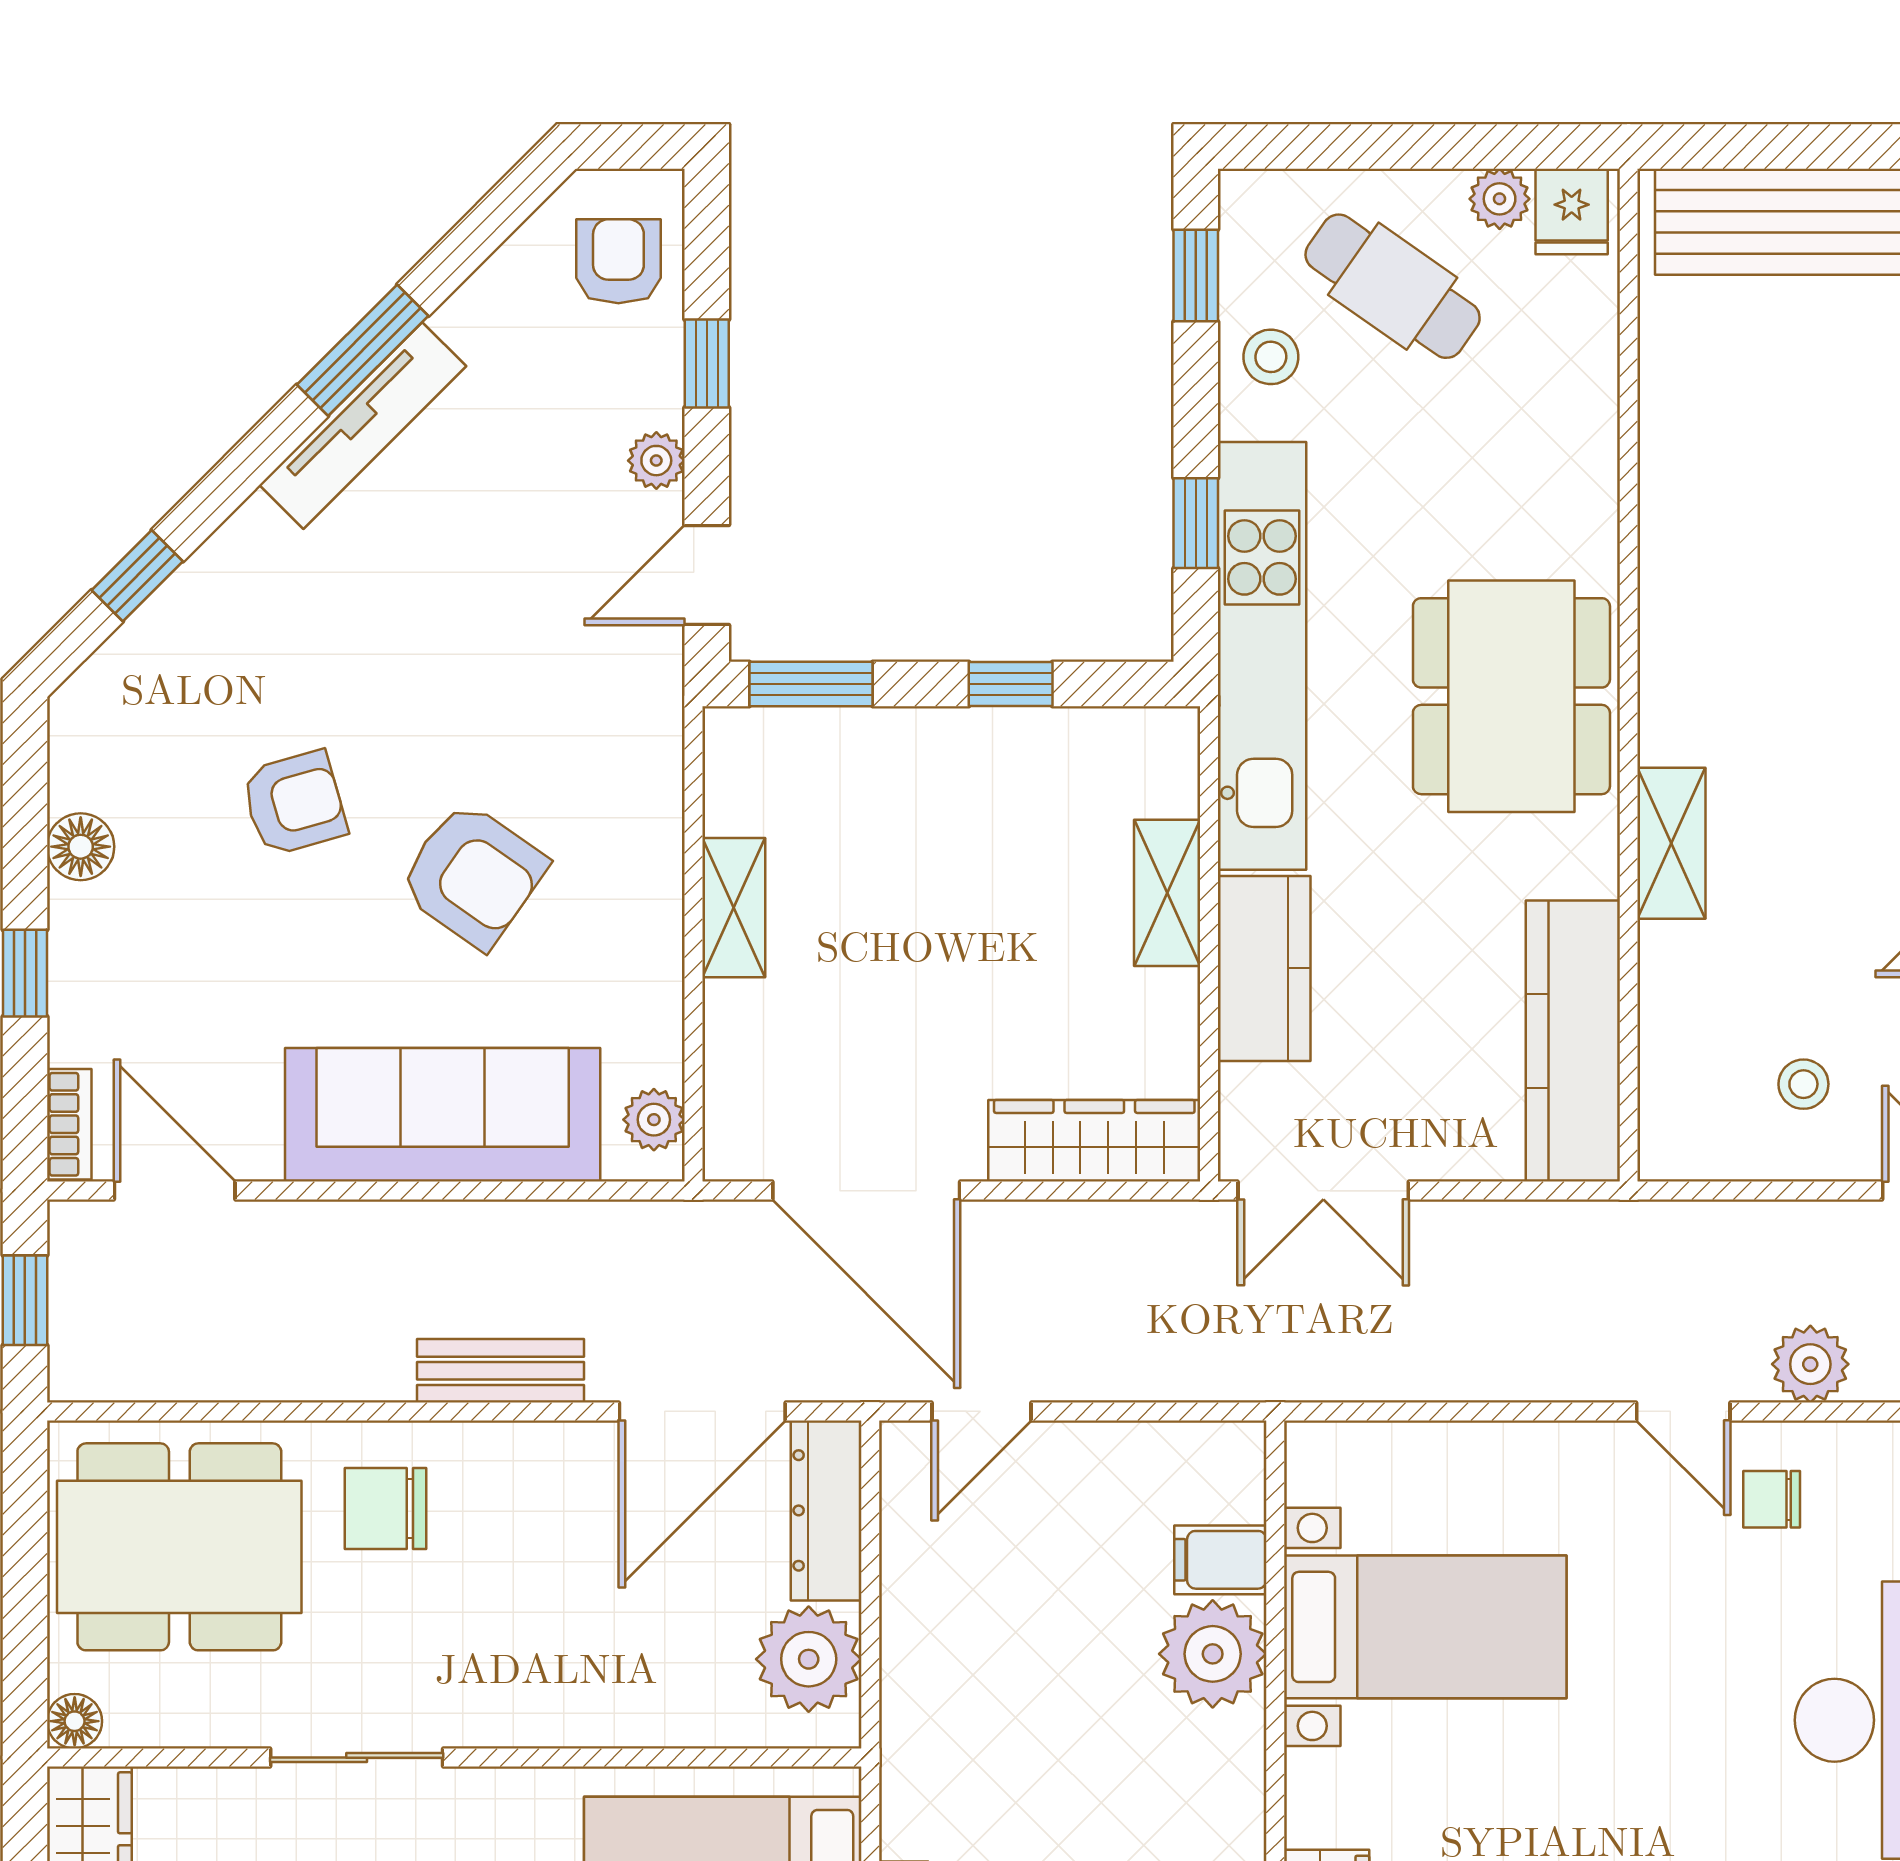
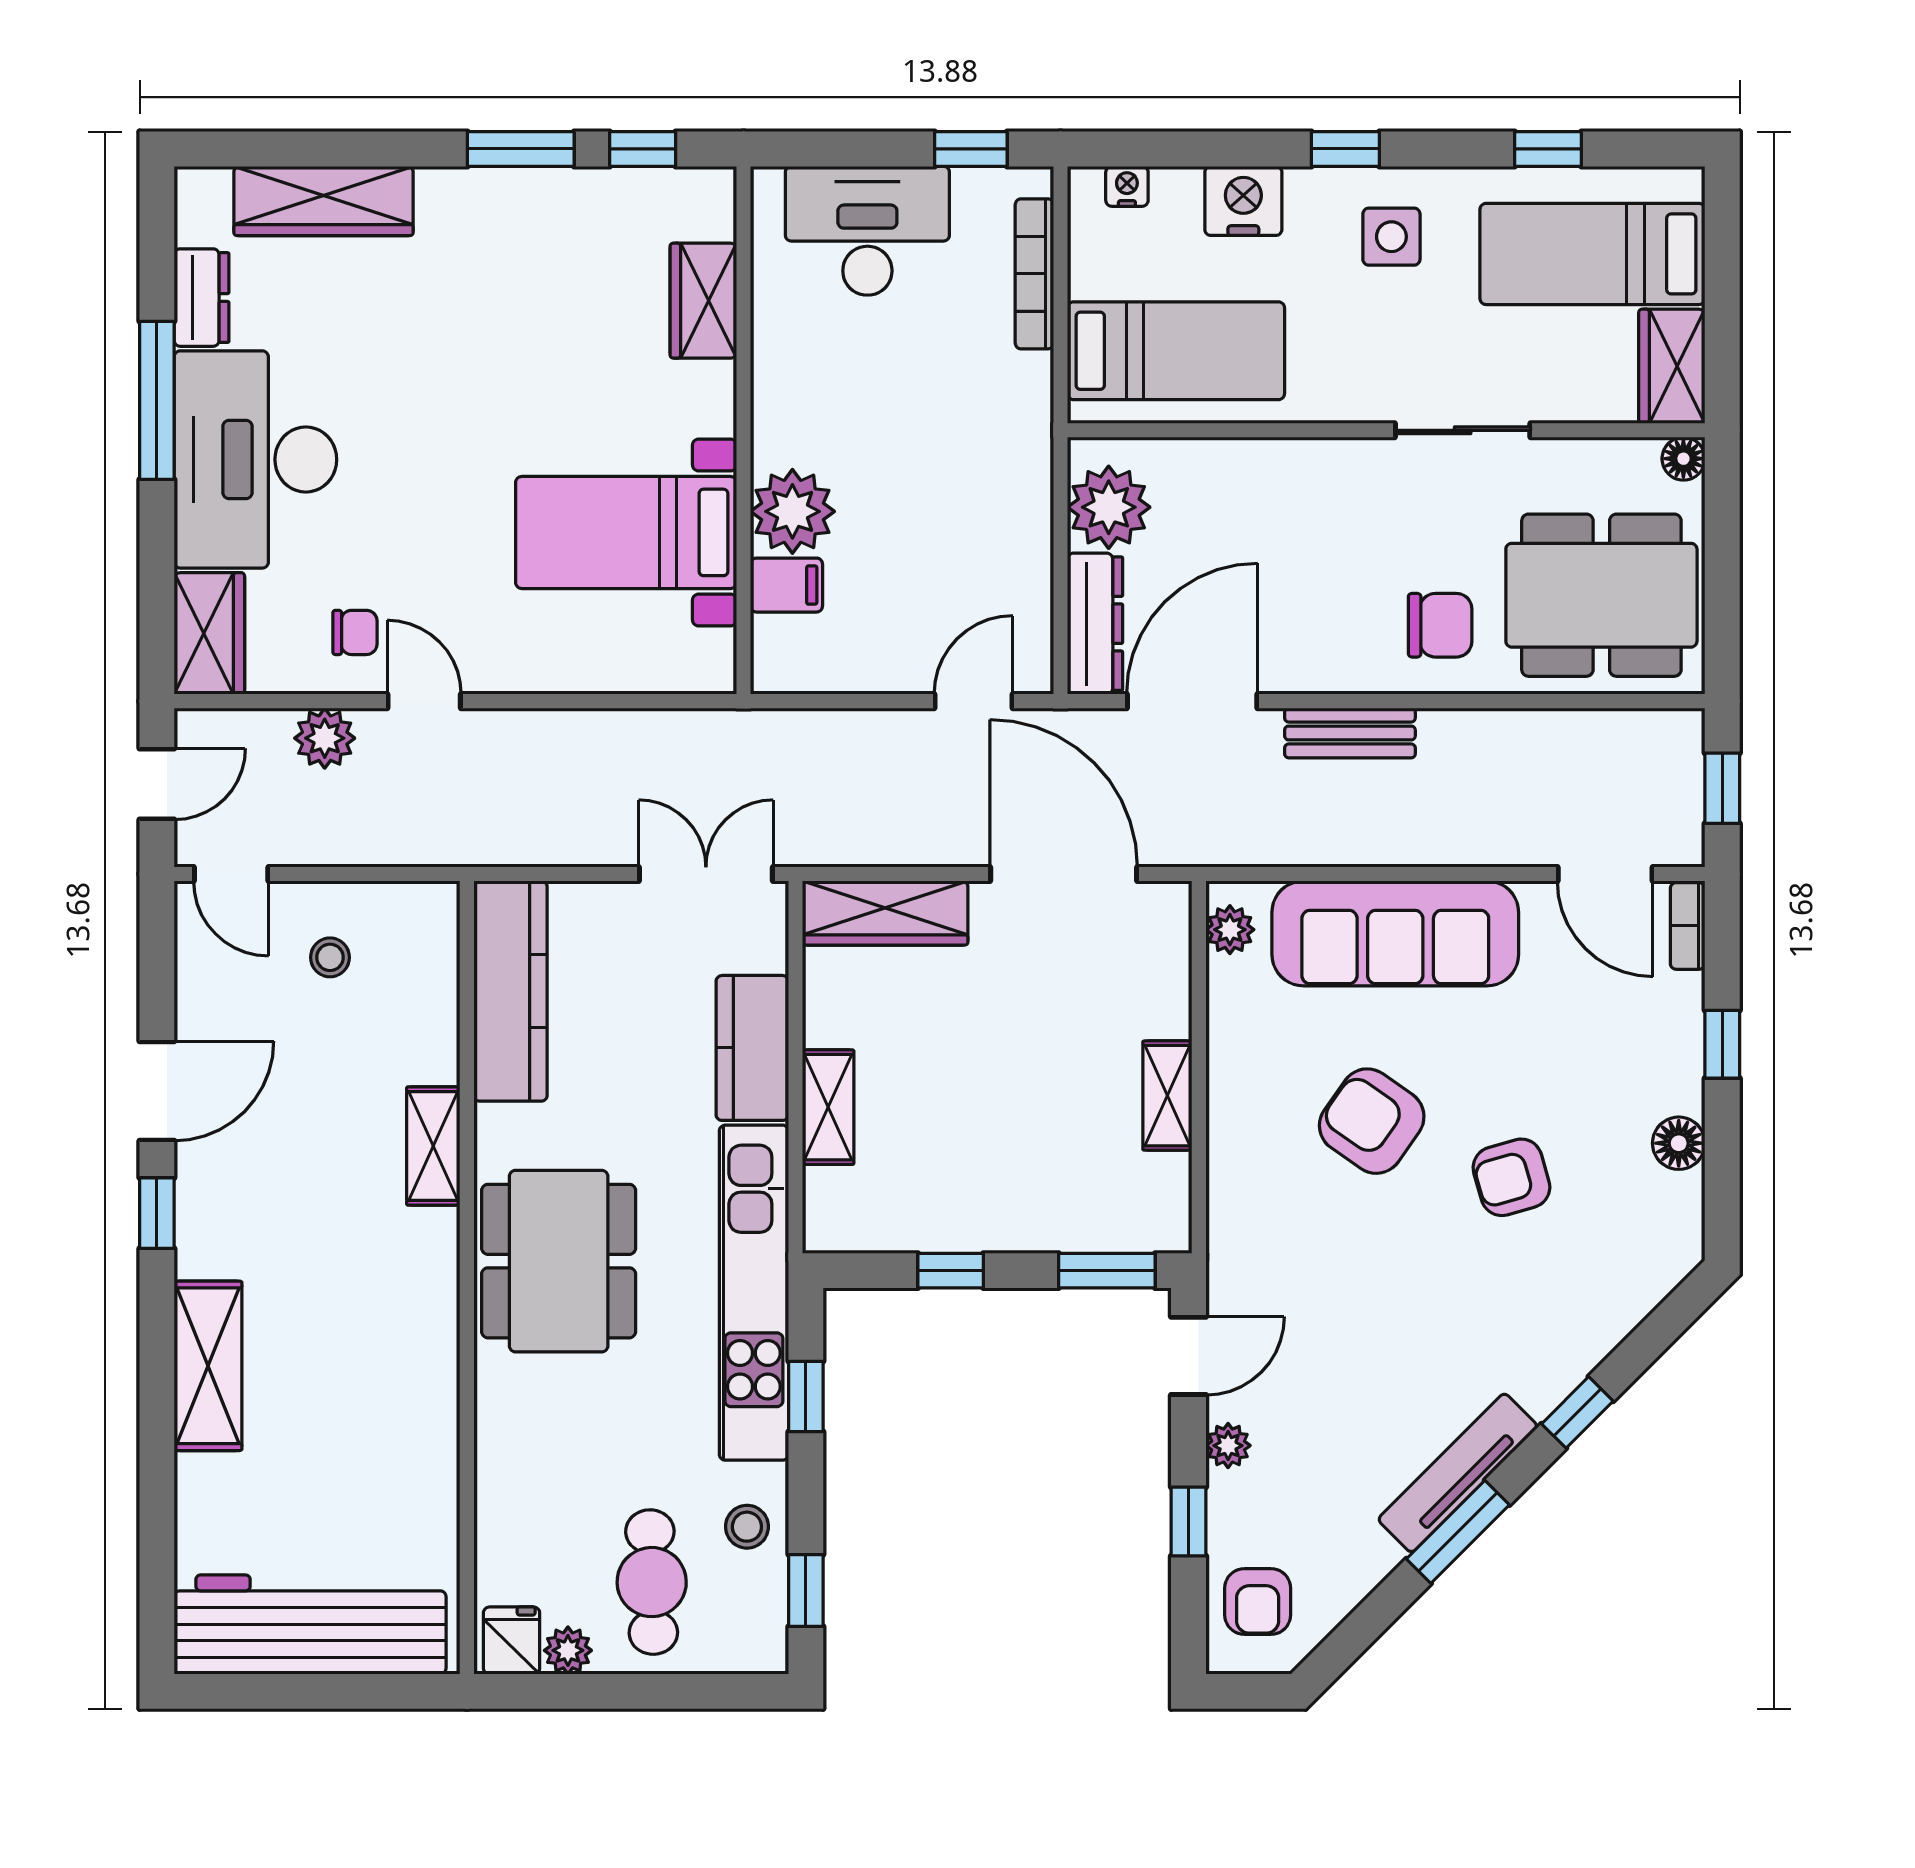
cafe table: (1393, 286) -> (652, 1582), turned 53
window: (137, 576) -> (1577, 1412), moved

